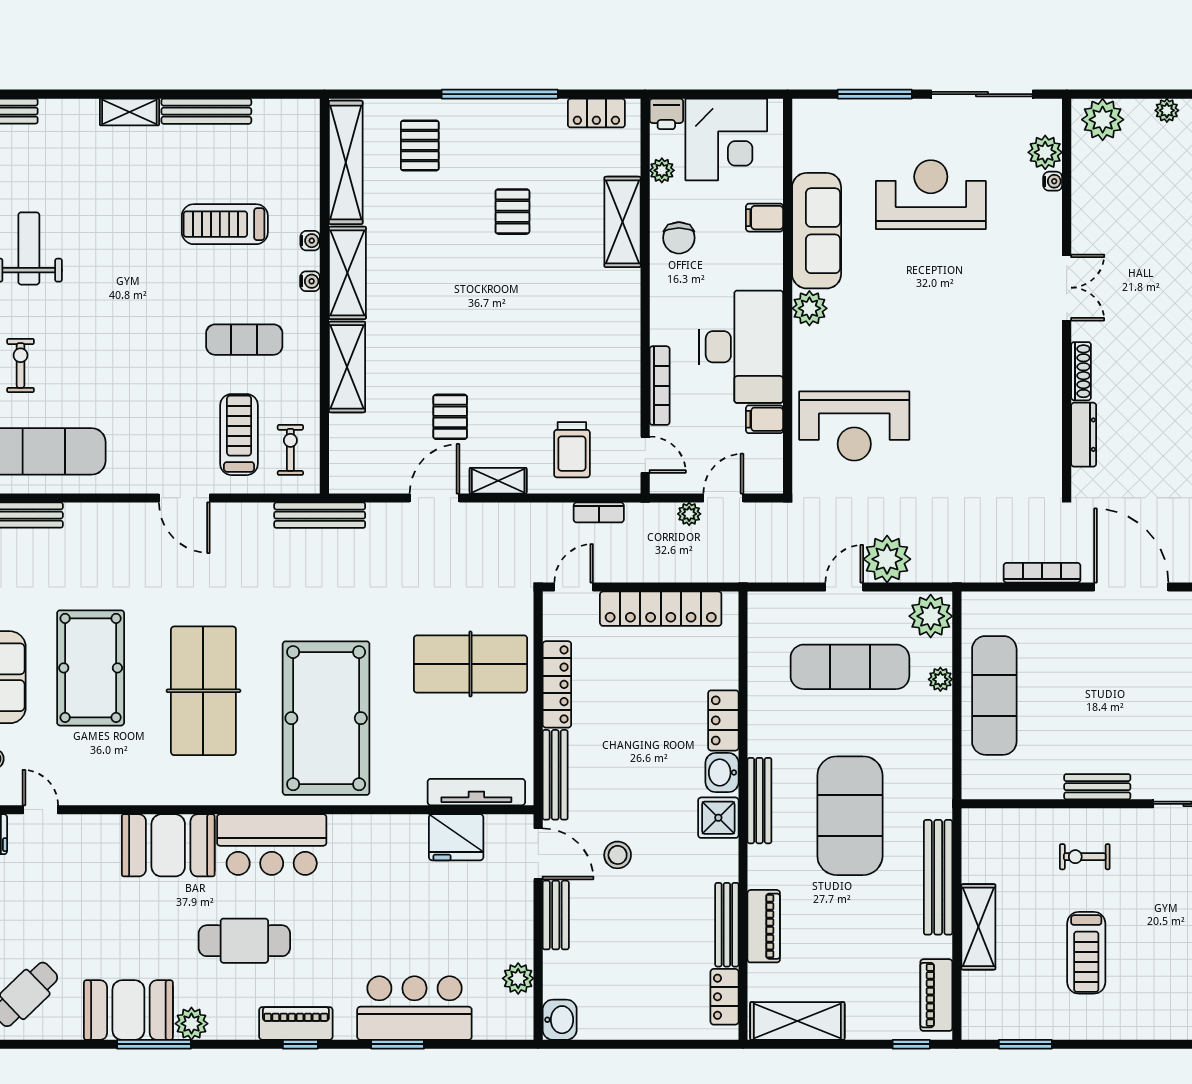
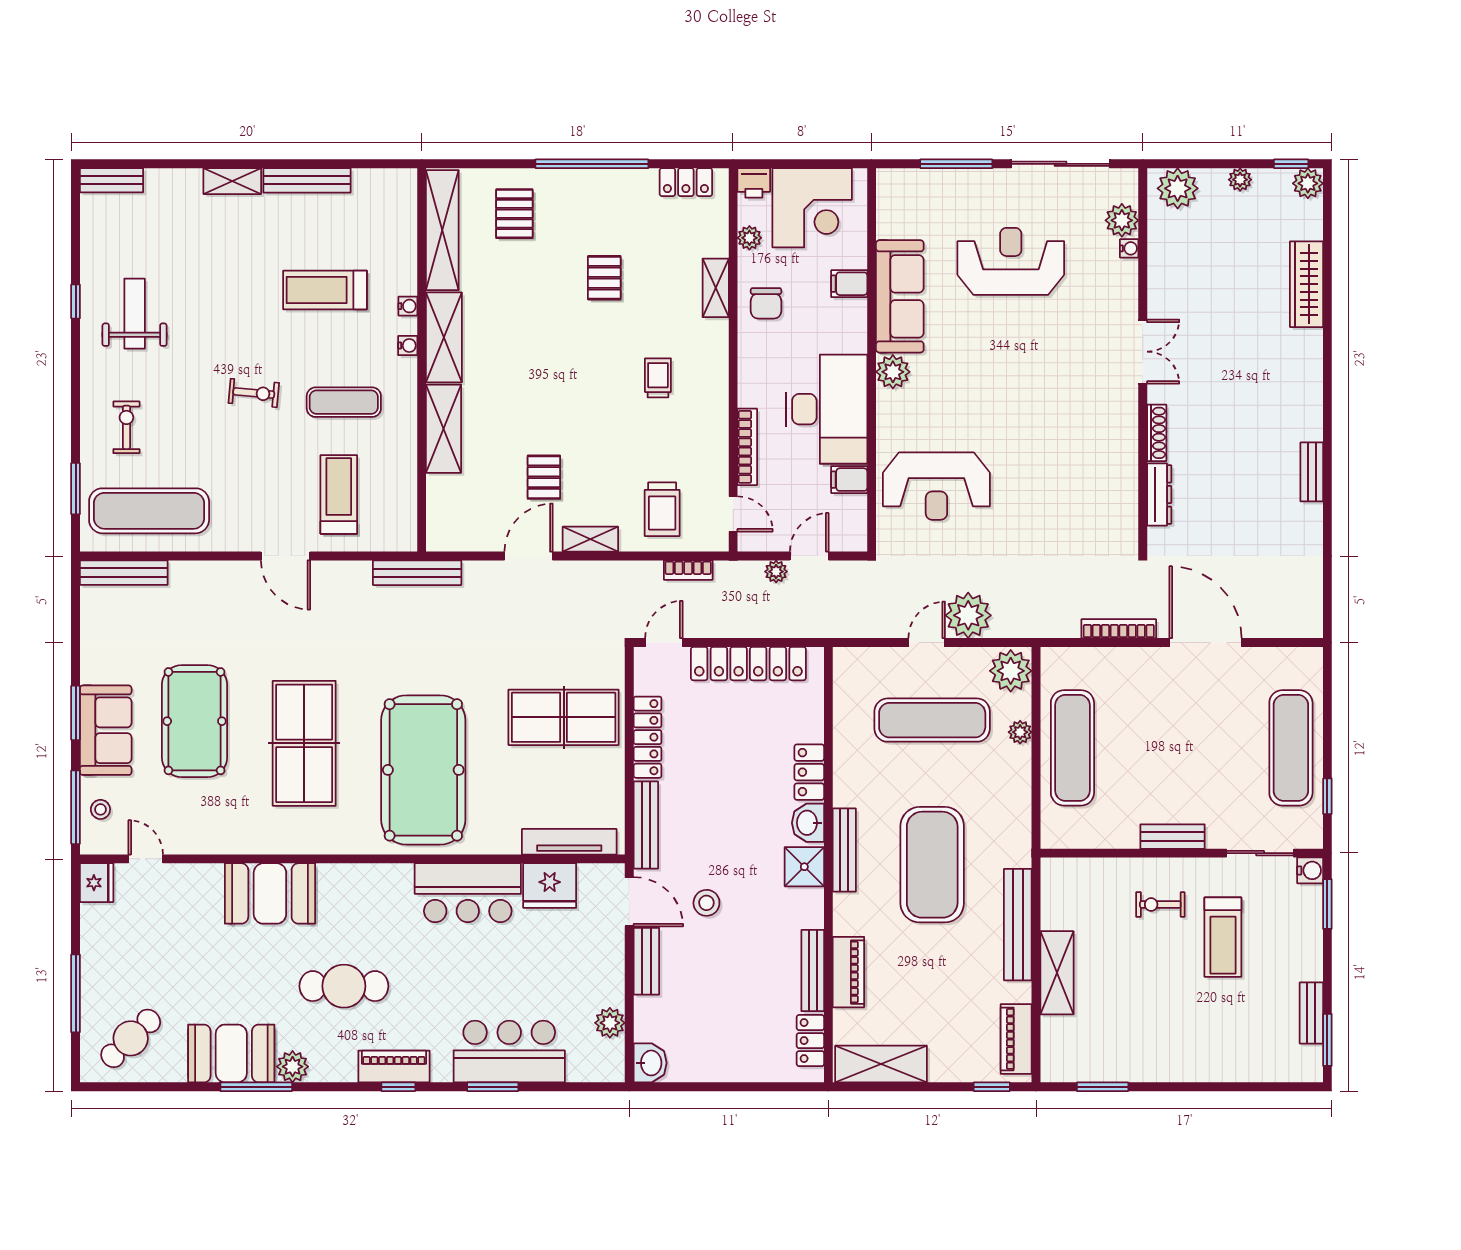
shelving: (623, 222) -> (716, 288), width x0.67, depth x0.75
trolley: (568, 315) -> (658, 378), added
exercise bike: (290, 450) -> (254, 393), moved, turned 95
bar counter: (272, 845) -> (468, 893), moved
treadmill: (1086, 953) -> (1223, 937), moved

